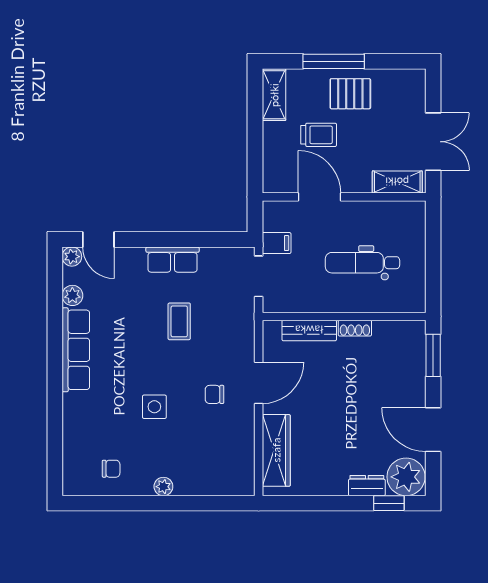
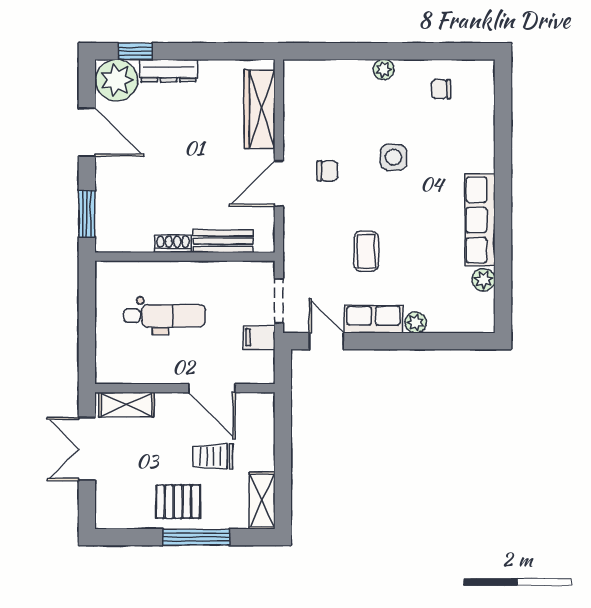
door: (98, 240) -> (326, 341), moved
plant: (72, 257) -> (416, 322), moved
dresser: (367, 486) -> (169, 71), width x1.44

